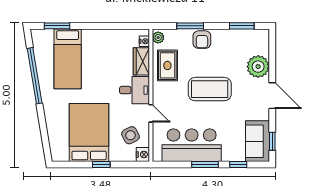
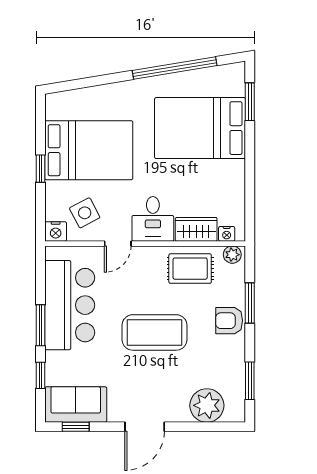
bed: (68, 59) -> (200, 128), width x1.50
plant: (258, 67) -> (207, 405), moved
coffee table: (210, 89) -> (154, 332), turned 90

